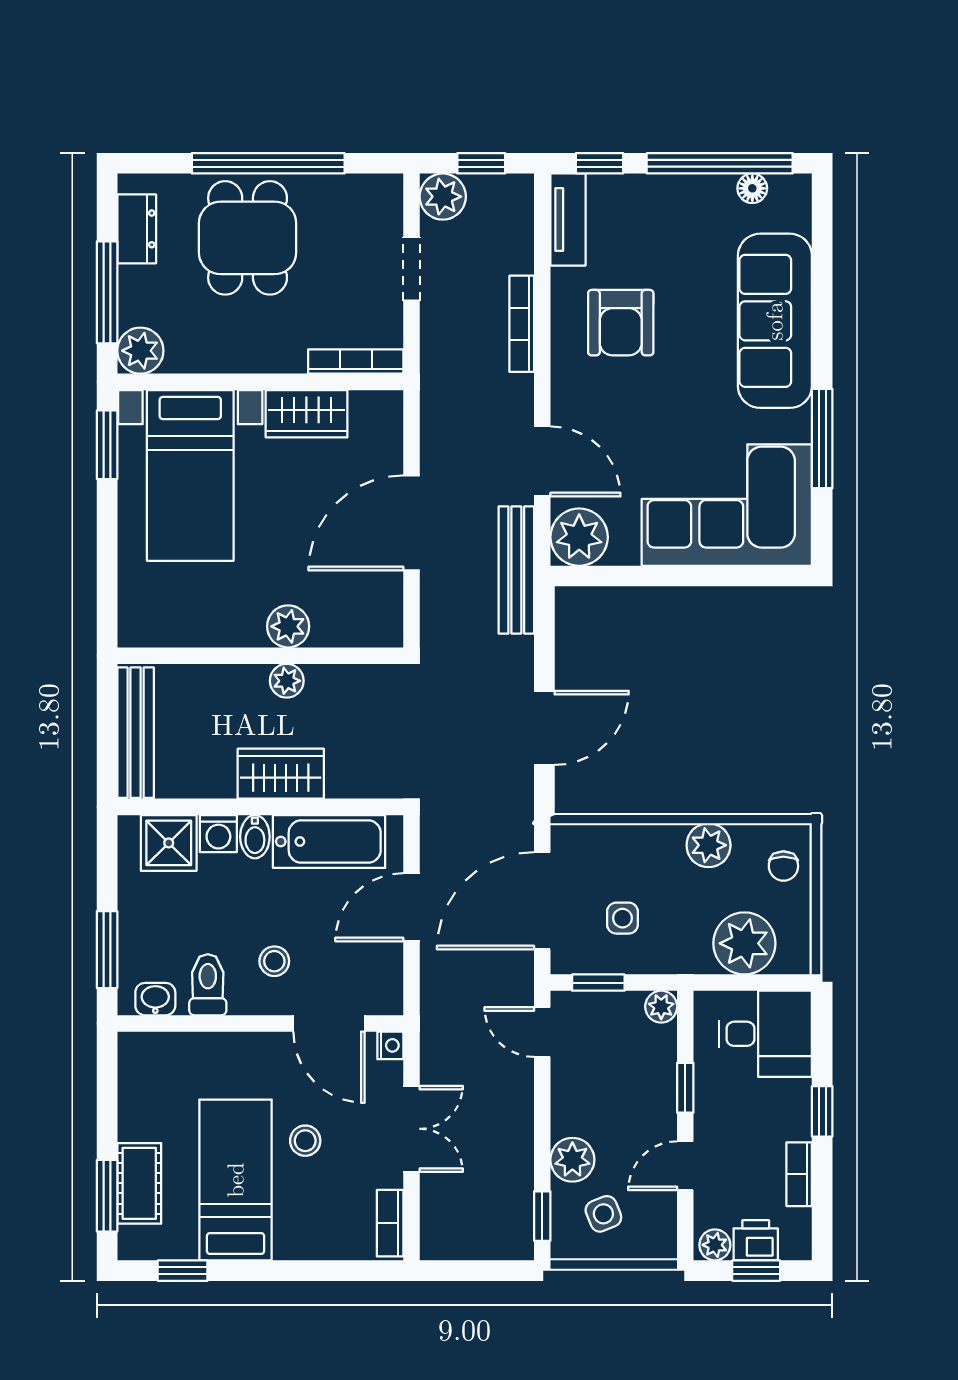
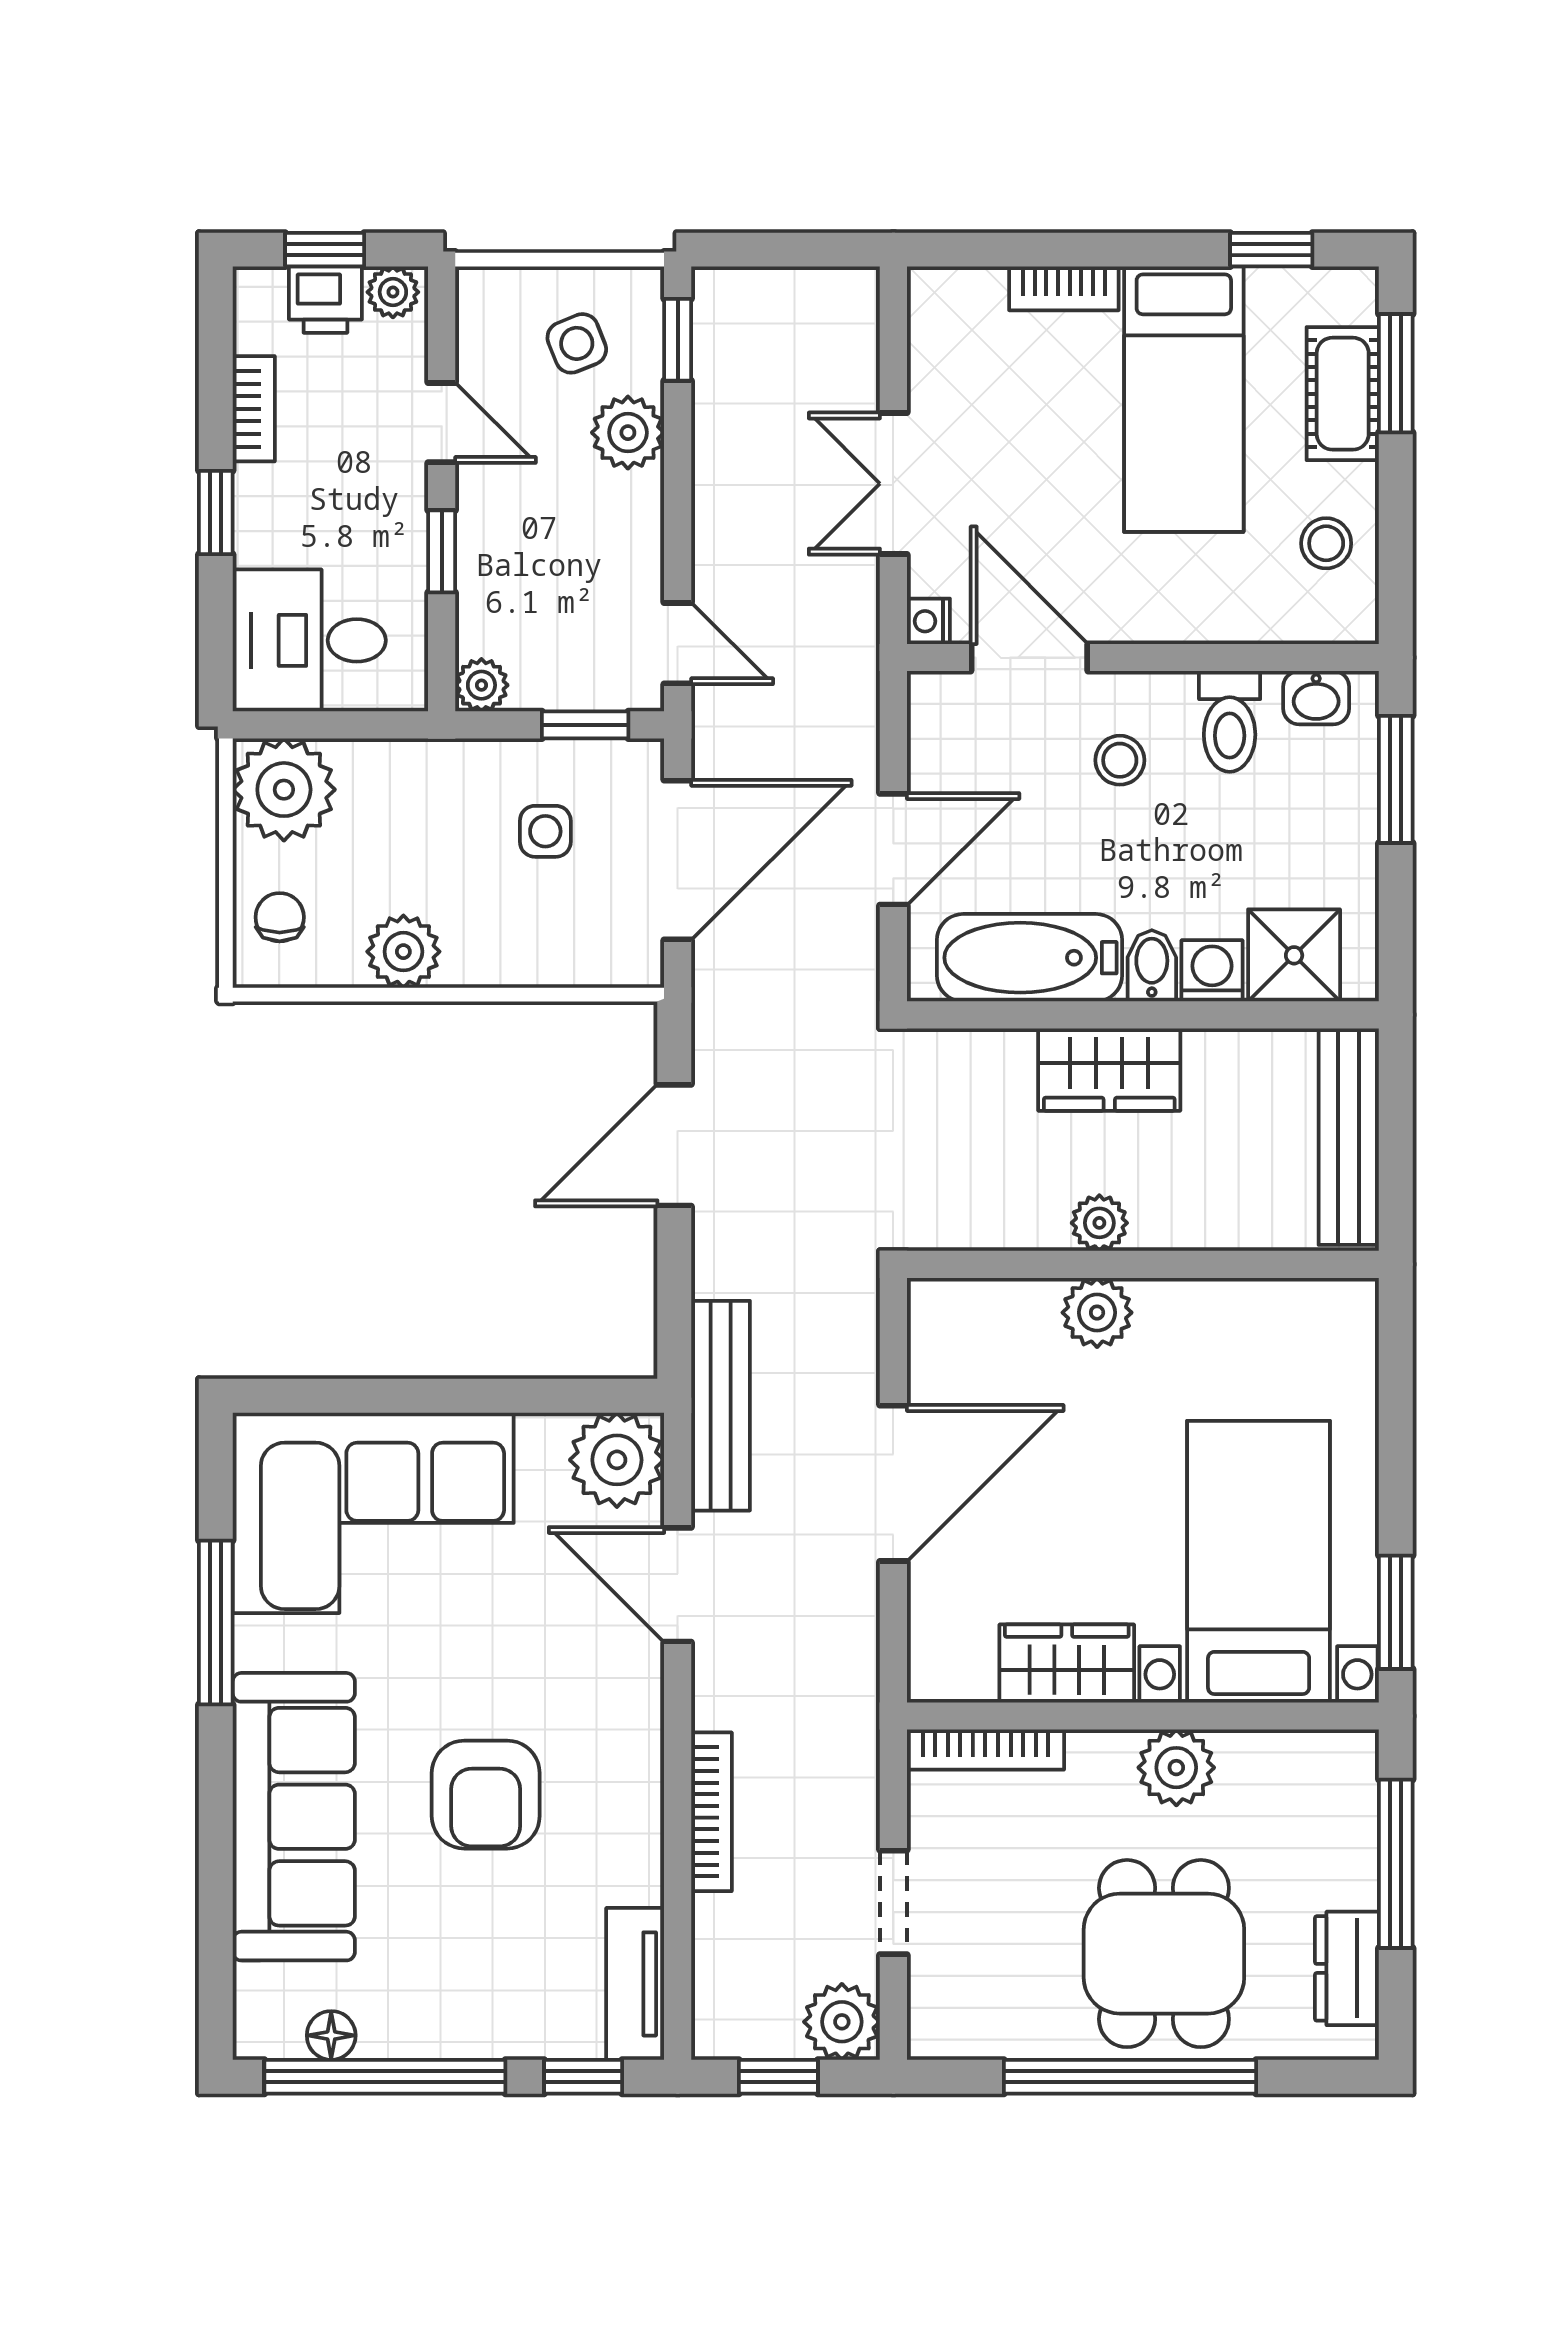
armchair: (621, 323) -> (486, 1795), moved, turned 180
plant: (140, 351) -> (1176, 1768), moved
plant: (744, 943) -> (284, 790), moved
stool: (305, 1141) -> (1326, 543), moved
door: (685, 1166) -> (442, 423), hinge flipped
bookcase: (390, 1223) -> (1064, 288), moved, turned 90

